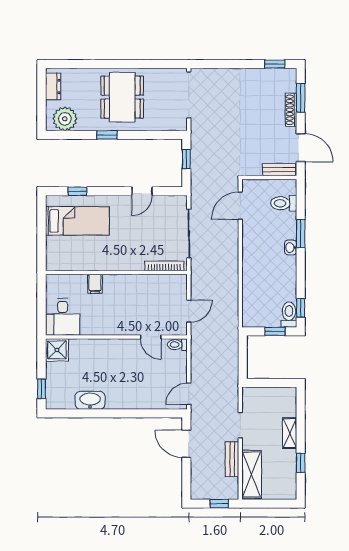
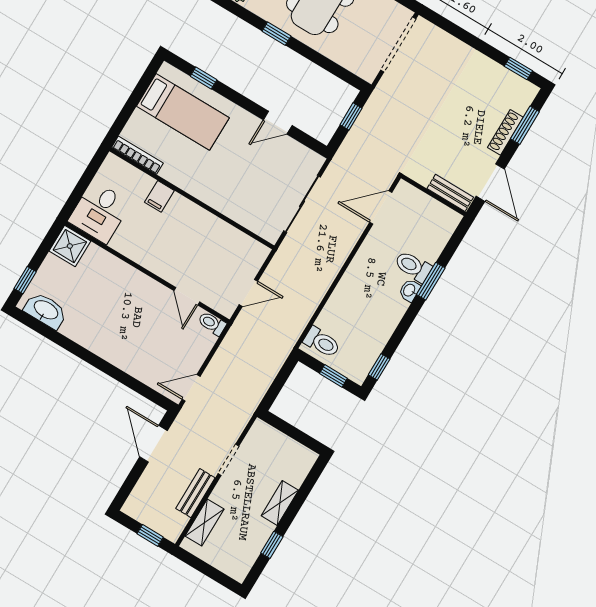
toilet: (284, 203) -> (413, 266), moved
bookcase: (164, 266) -> (137, 155), moved
toilet: (289, 315) -> (322, 342), moved, turned 90
washbasin: (90, 400) -> (46, 310), moved
shelving: (252, 474) -> (205, 523), width x0.67, depth x0.75

